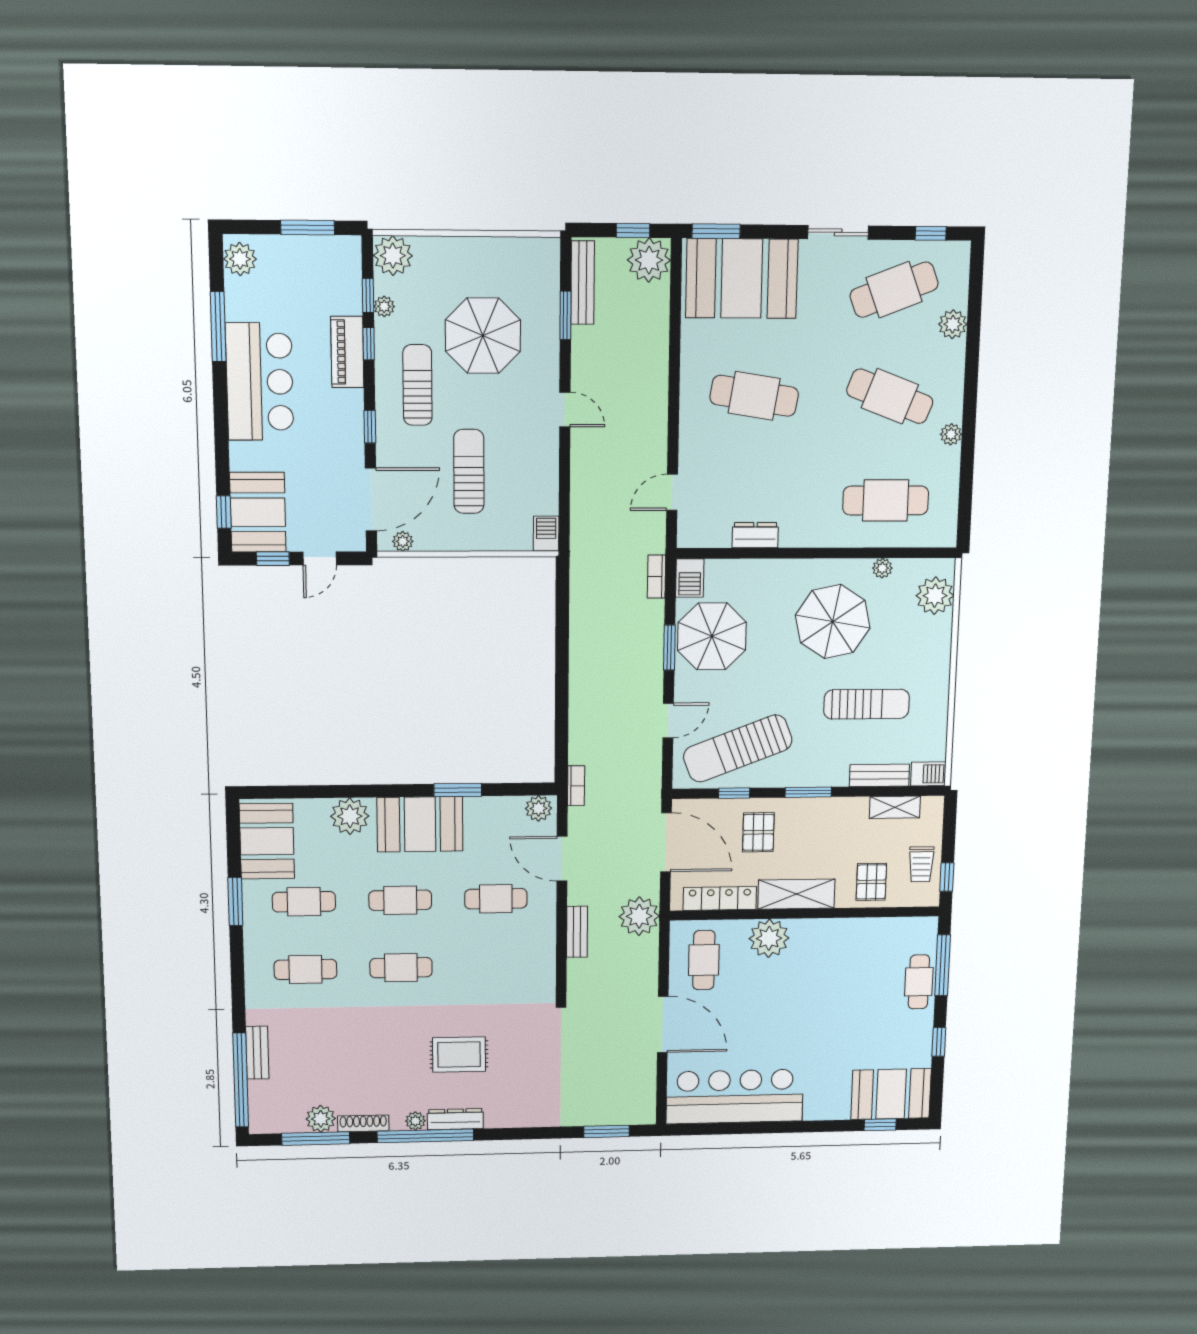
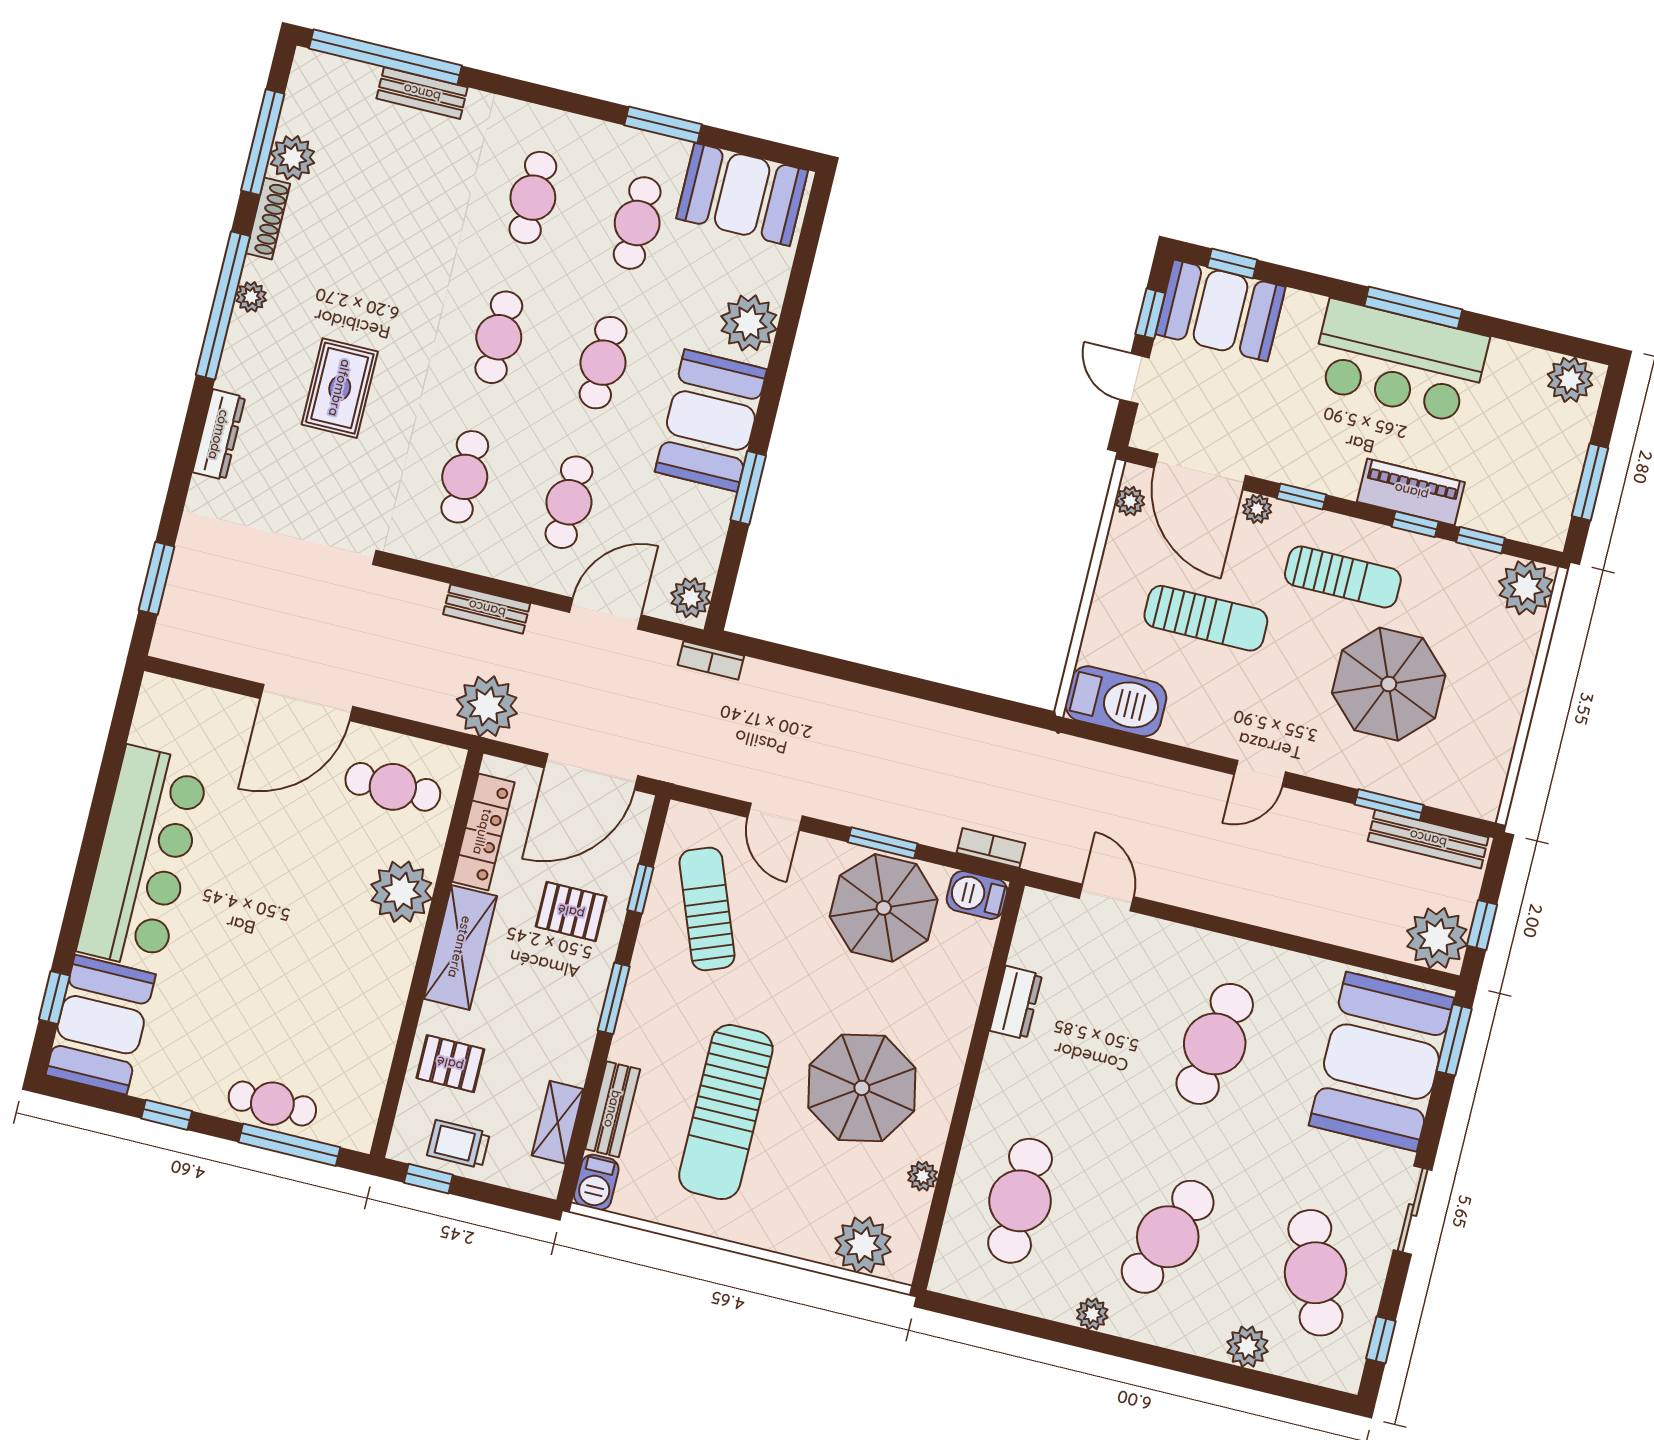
plant: (384, 306) -> (1257, 509), moved
window: (218, 327) -> (1413, 308), moved
barbecue: (546, 534) -> (1116, 701), width x1.88, depth x1.53
sun lounger: (867, 704) -> (726, 1112), width x1.36, depth x1.34
sun lounger: (738, 748) -> (707, 909), width x0.73, depth x0.75
cafe table: (496, 966) -> (465, 477), added
bar counter: (735, 1097) -> (143, 858), moved
dresser: (455, 1119) -> (219, 435), moved

